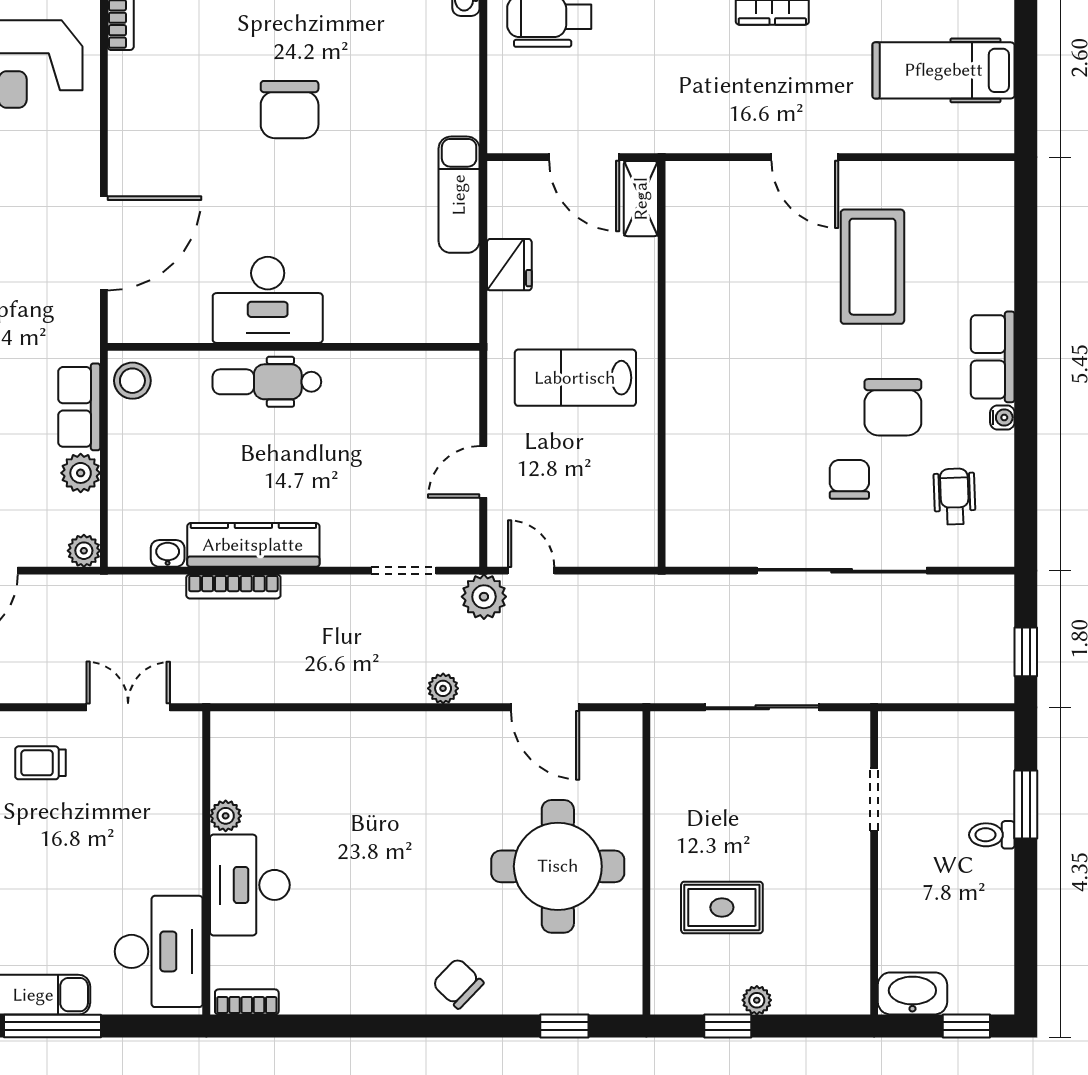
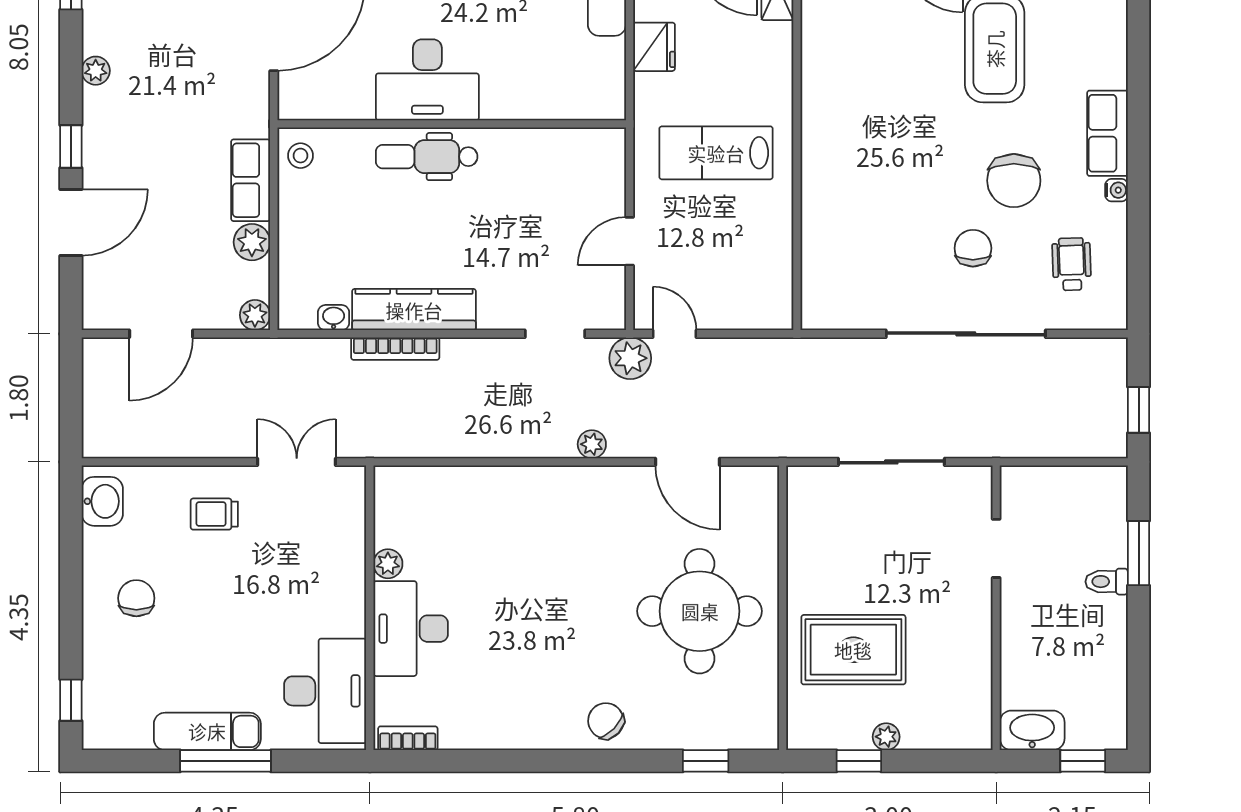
stool: (132, 381) -> (301, 156), width x0.73, depth x0.73
rug: (722, 907) -> (853, 650), width x1.36, depth x1.43

